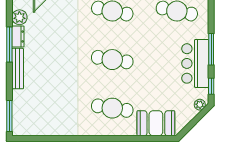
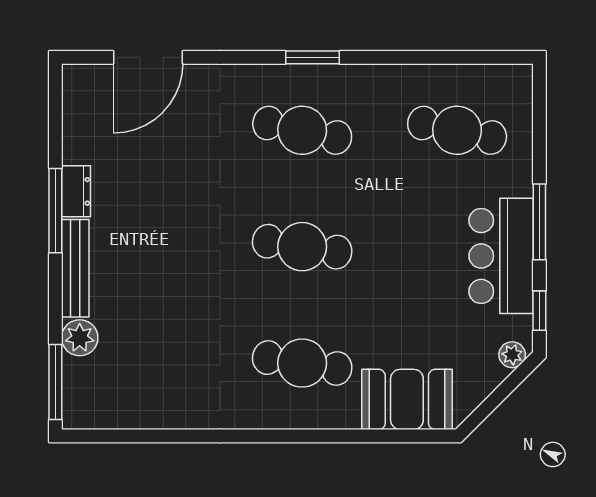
plant: (19, 17) -> (80, 338), moved

